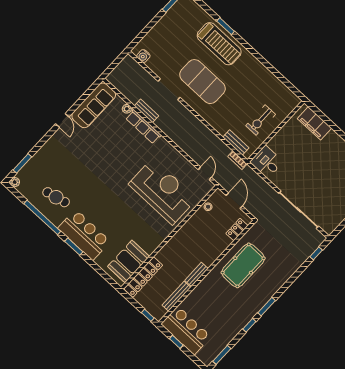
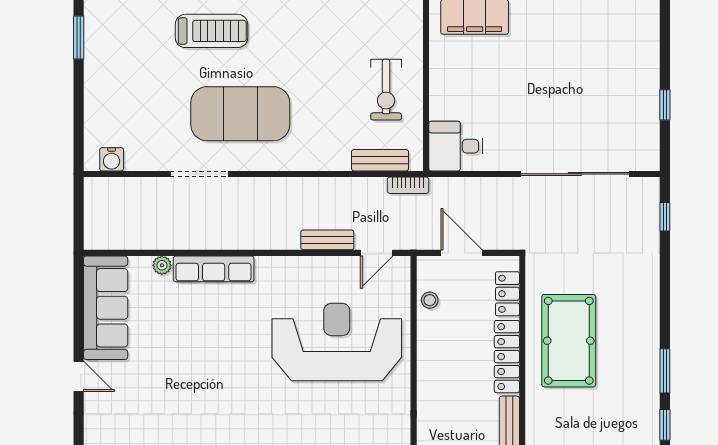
treadmill: (219, 44) -> (211, 31), width x0.73, depth x0.73
bench: (146, 111) -> (327, 240), moved
door: (205, 173) -> (377, 253), swing flipped
locker: (217, 251) -> (507, 357), added

